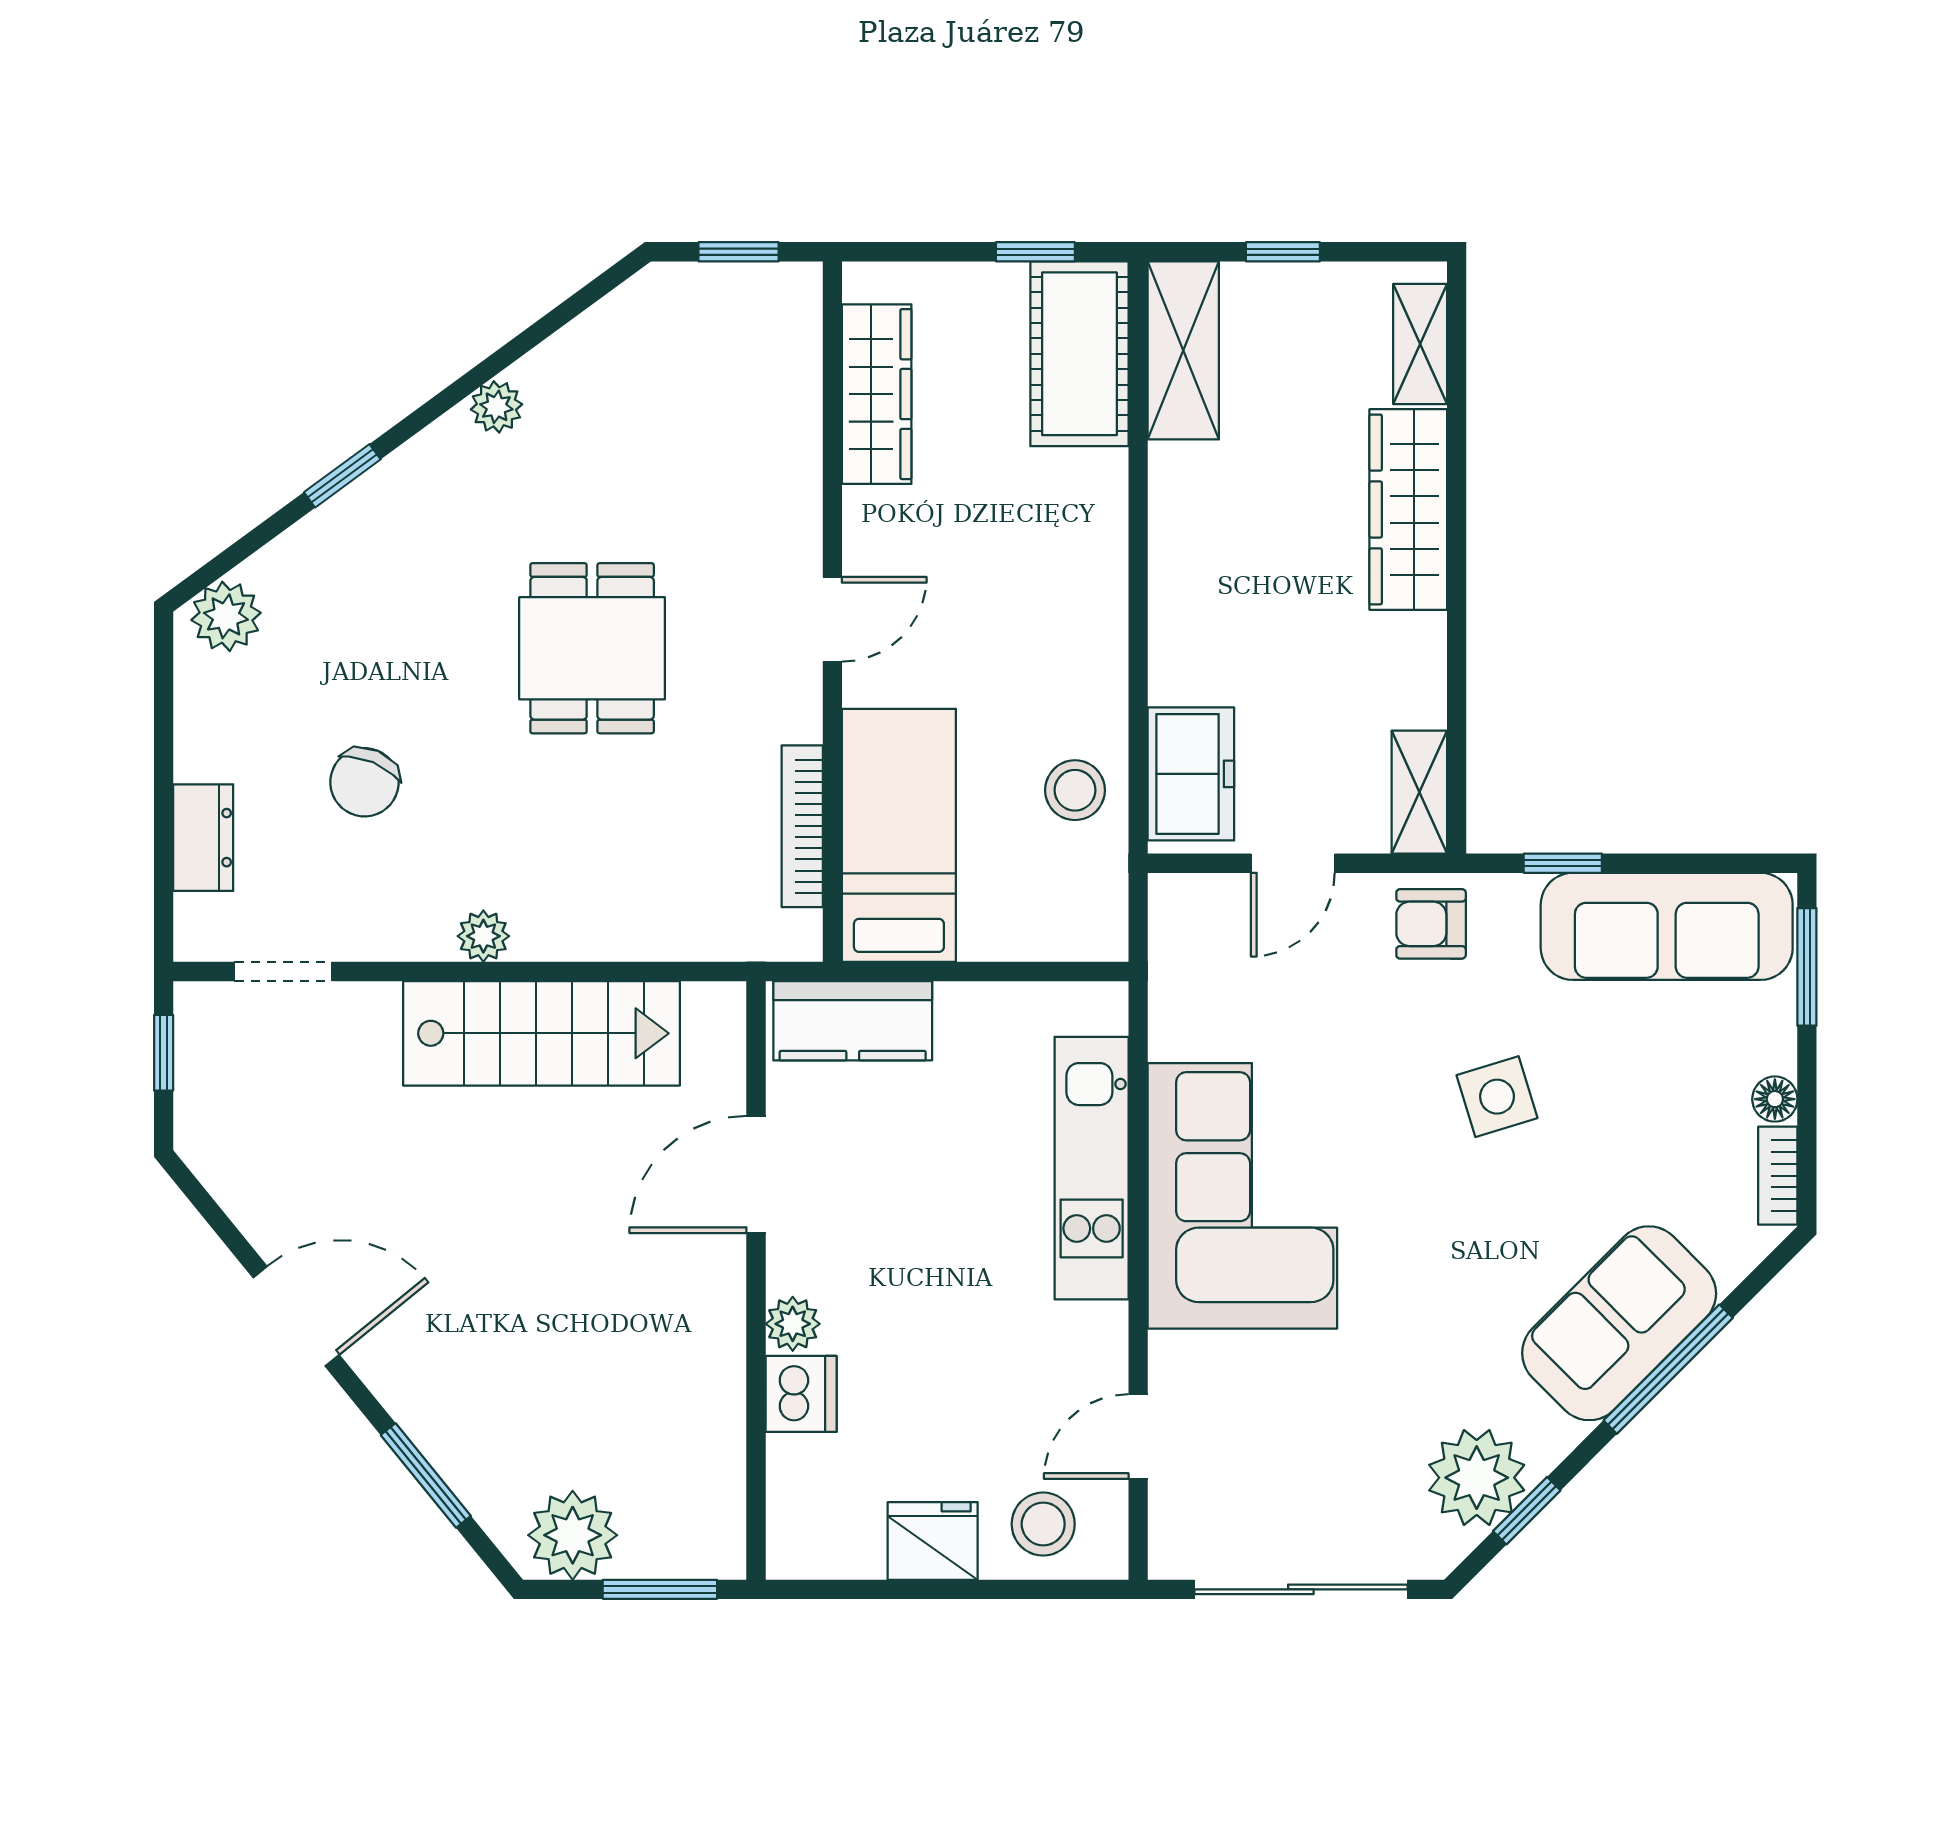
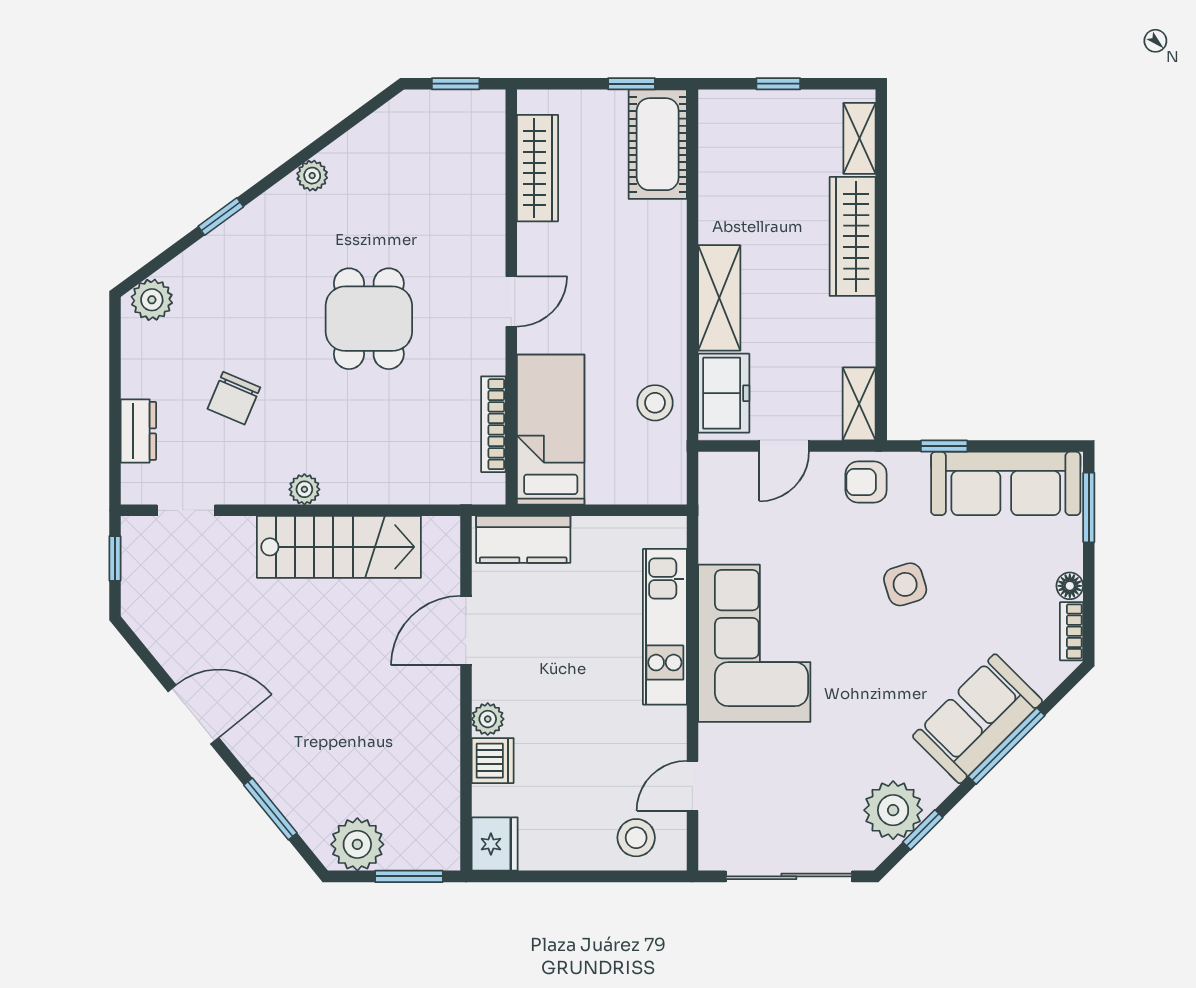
shelving: (1183, 350) -> (719, 298), moved
fridge: (933, 1541) -> (495, 844), moved, turned 90

